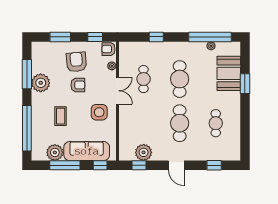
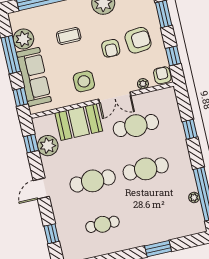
booth: (229, 73) -> (79, 122), moved
cafe table: (144, 79) -> (136, 126), width x1.37, depth x1.35

